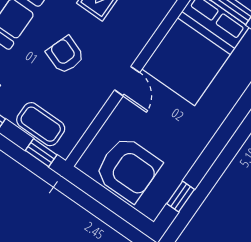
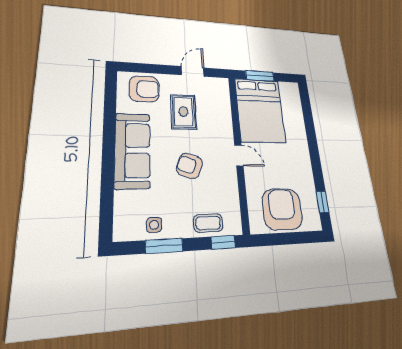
coffee table: (41, 124) -> (208, 223), width x0.73, depth x0.77
armchair: (128, 169) -> (282, 209), turned -90

